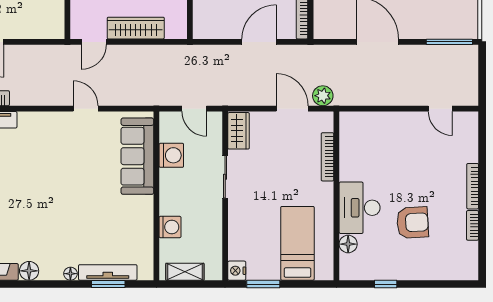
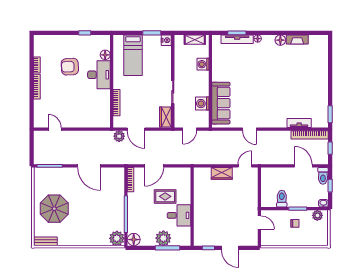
wardrobe: (136, 28) -> (222, 173), width x0.67
door: (194, 109) -> (190, 129), swing flipped

